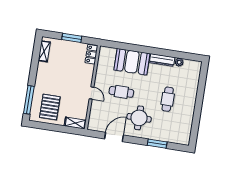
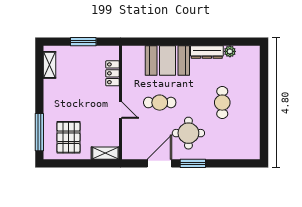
locker: (91, 54) -> (113, 73), moved
window: (157, 144) -> (193, 163), moved

